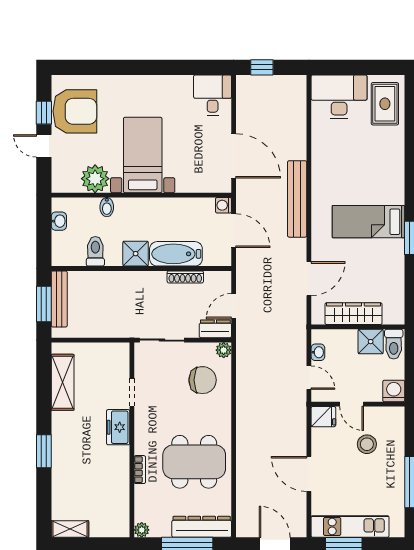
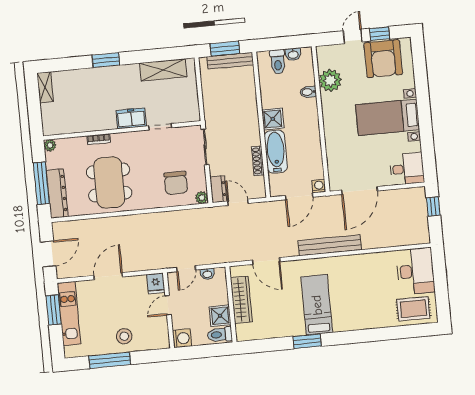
bed with nightstands: (143, 155) -> (388, 117), moved, turned 180
toilet: (95, 251) -> (278, 62), moved, turned 90
stool: (367, 444) -> (124, 336), moved

